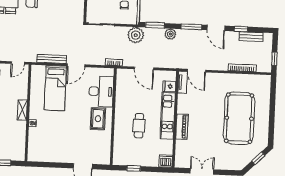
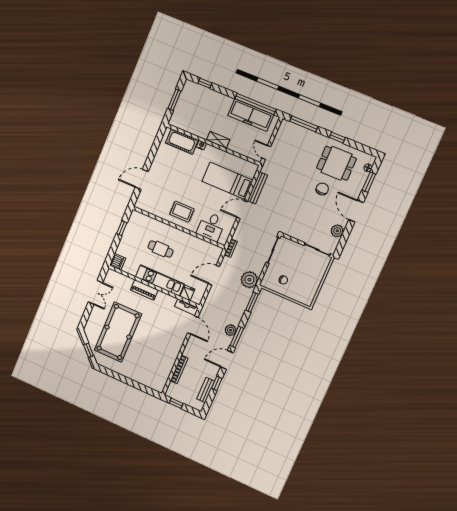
plant: (170, 34) -> (231, 330), moved
door: (76, 65) -> (242, 210), hinge flipped
door: (197, 71) -> (193, 325), swing flipped
desk: (101, 91) -> (211, 226), width x0.73
pool table: (239, 118) -> (118, 332), moved, turned 90
cot: (36, 142) -> (182, 141), added

